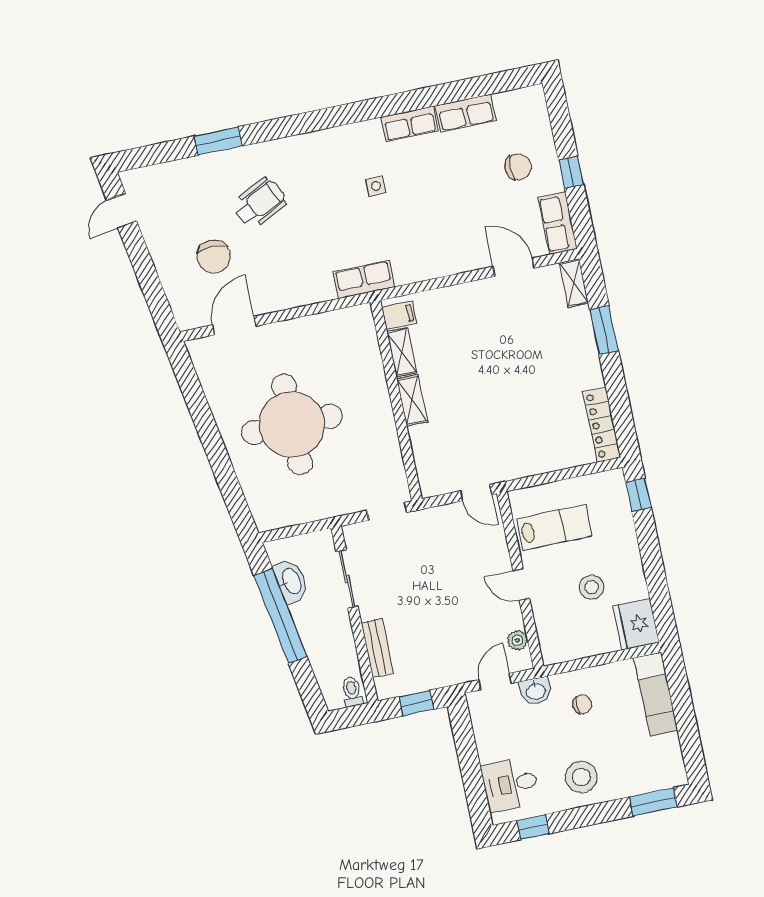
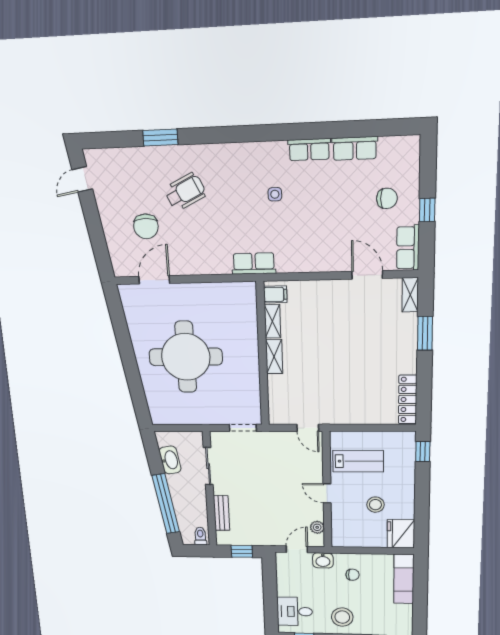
window: (280, 616) -> (166, 504), moved

